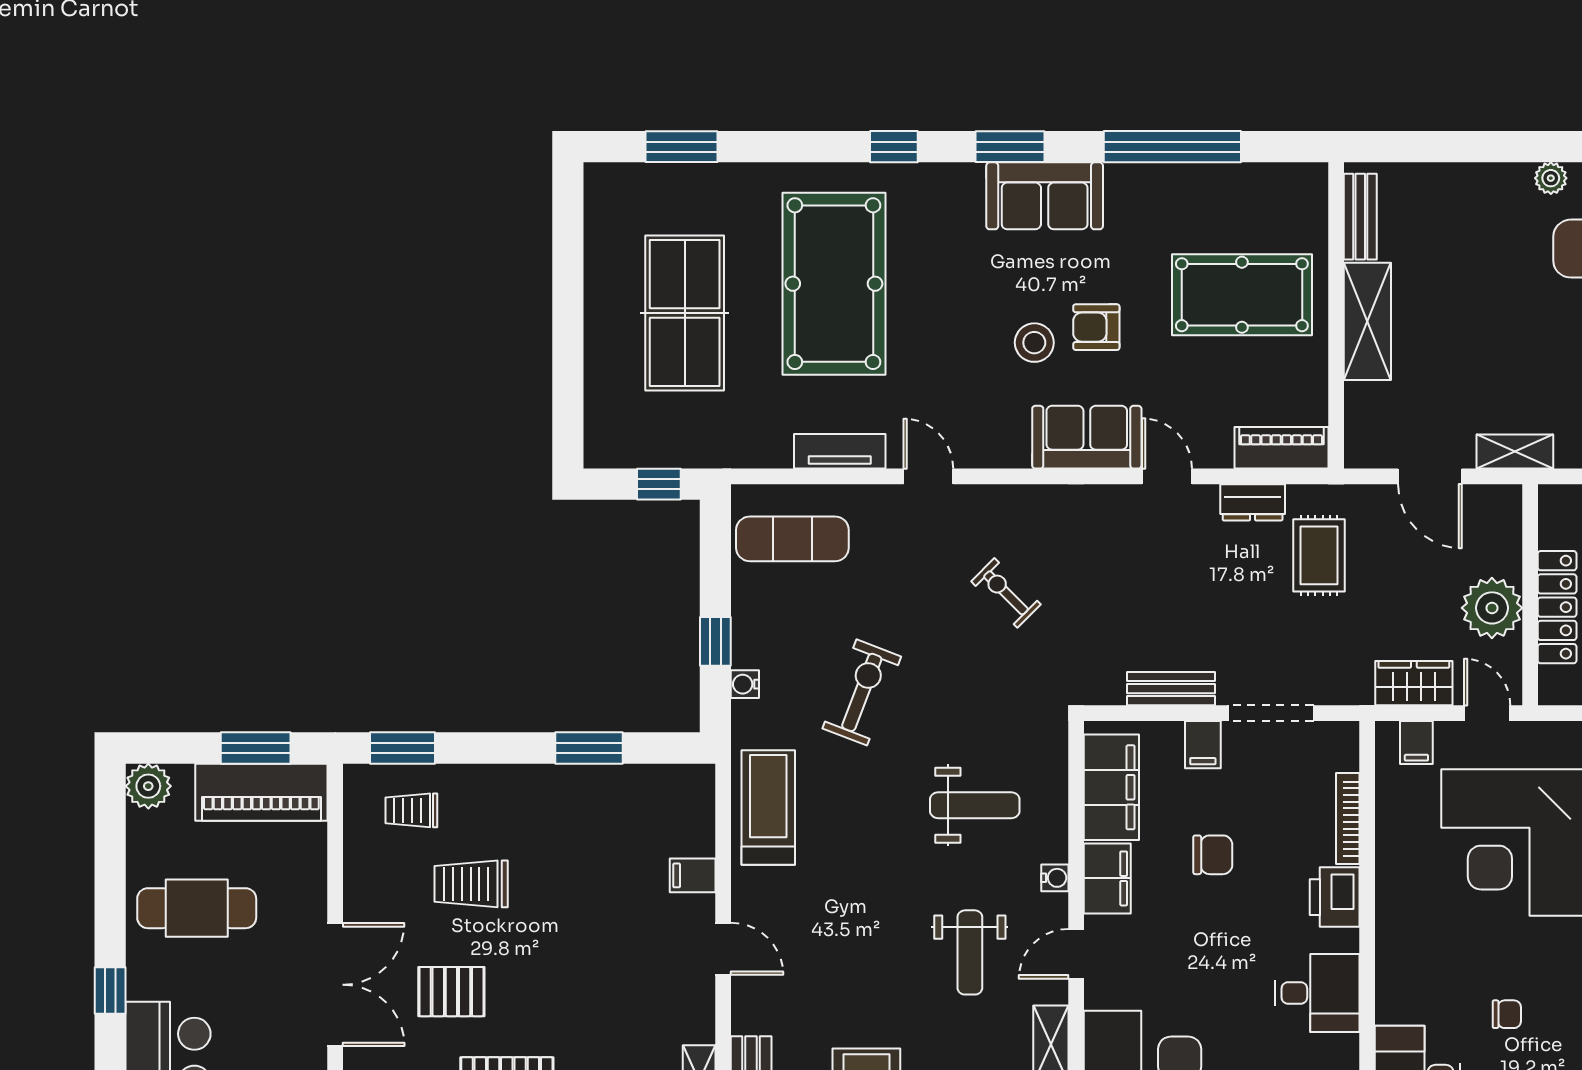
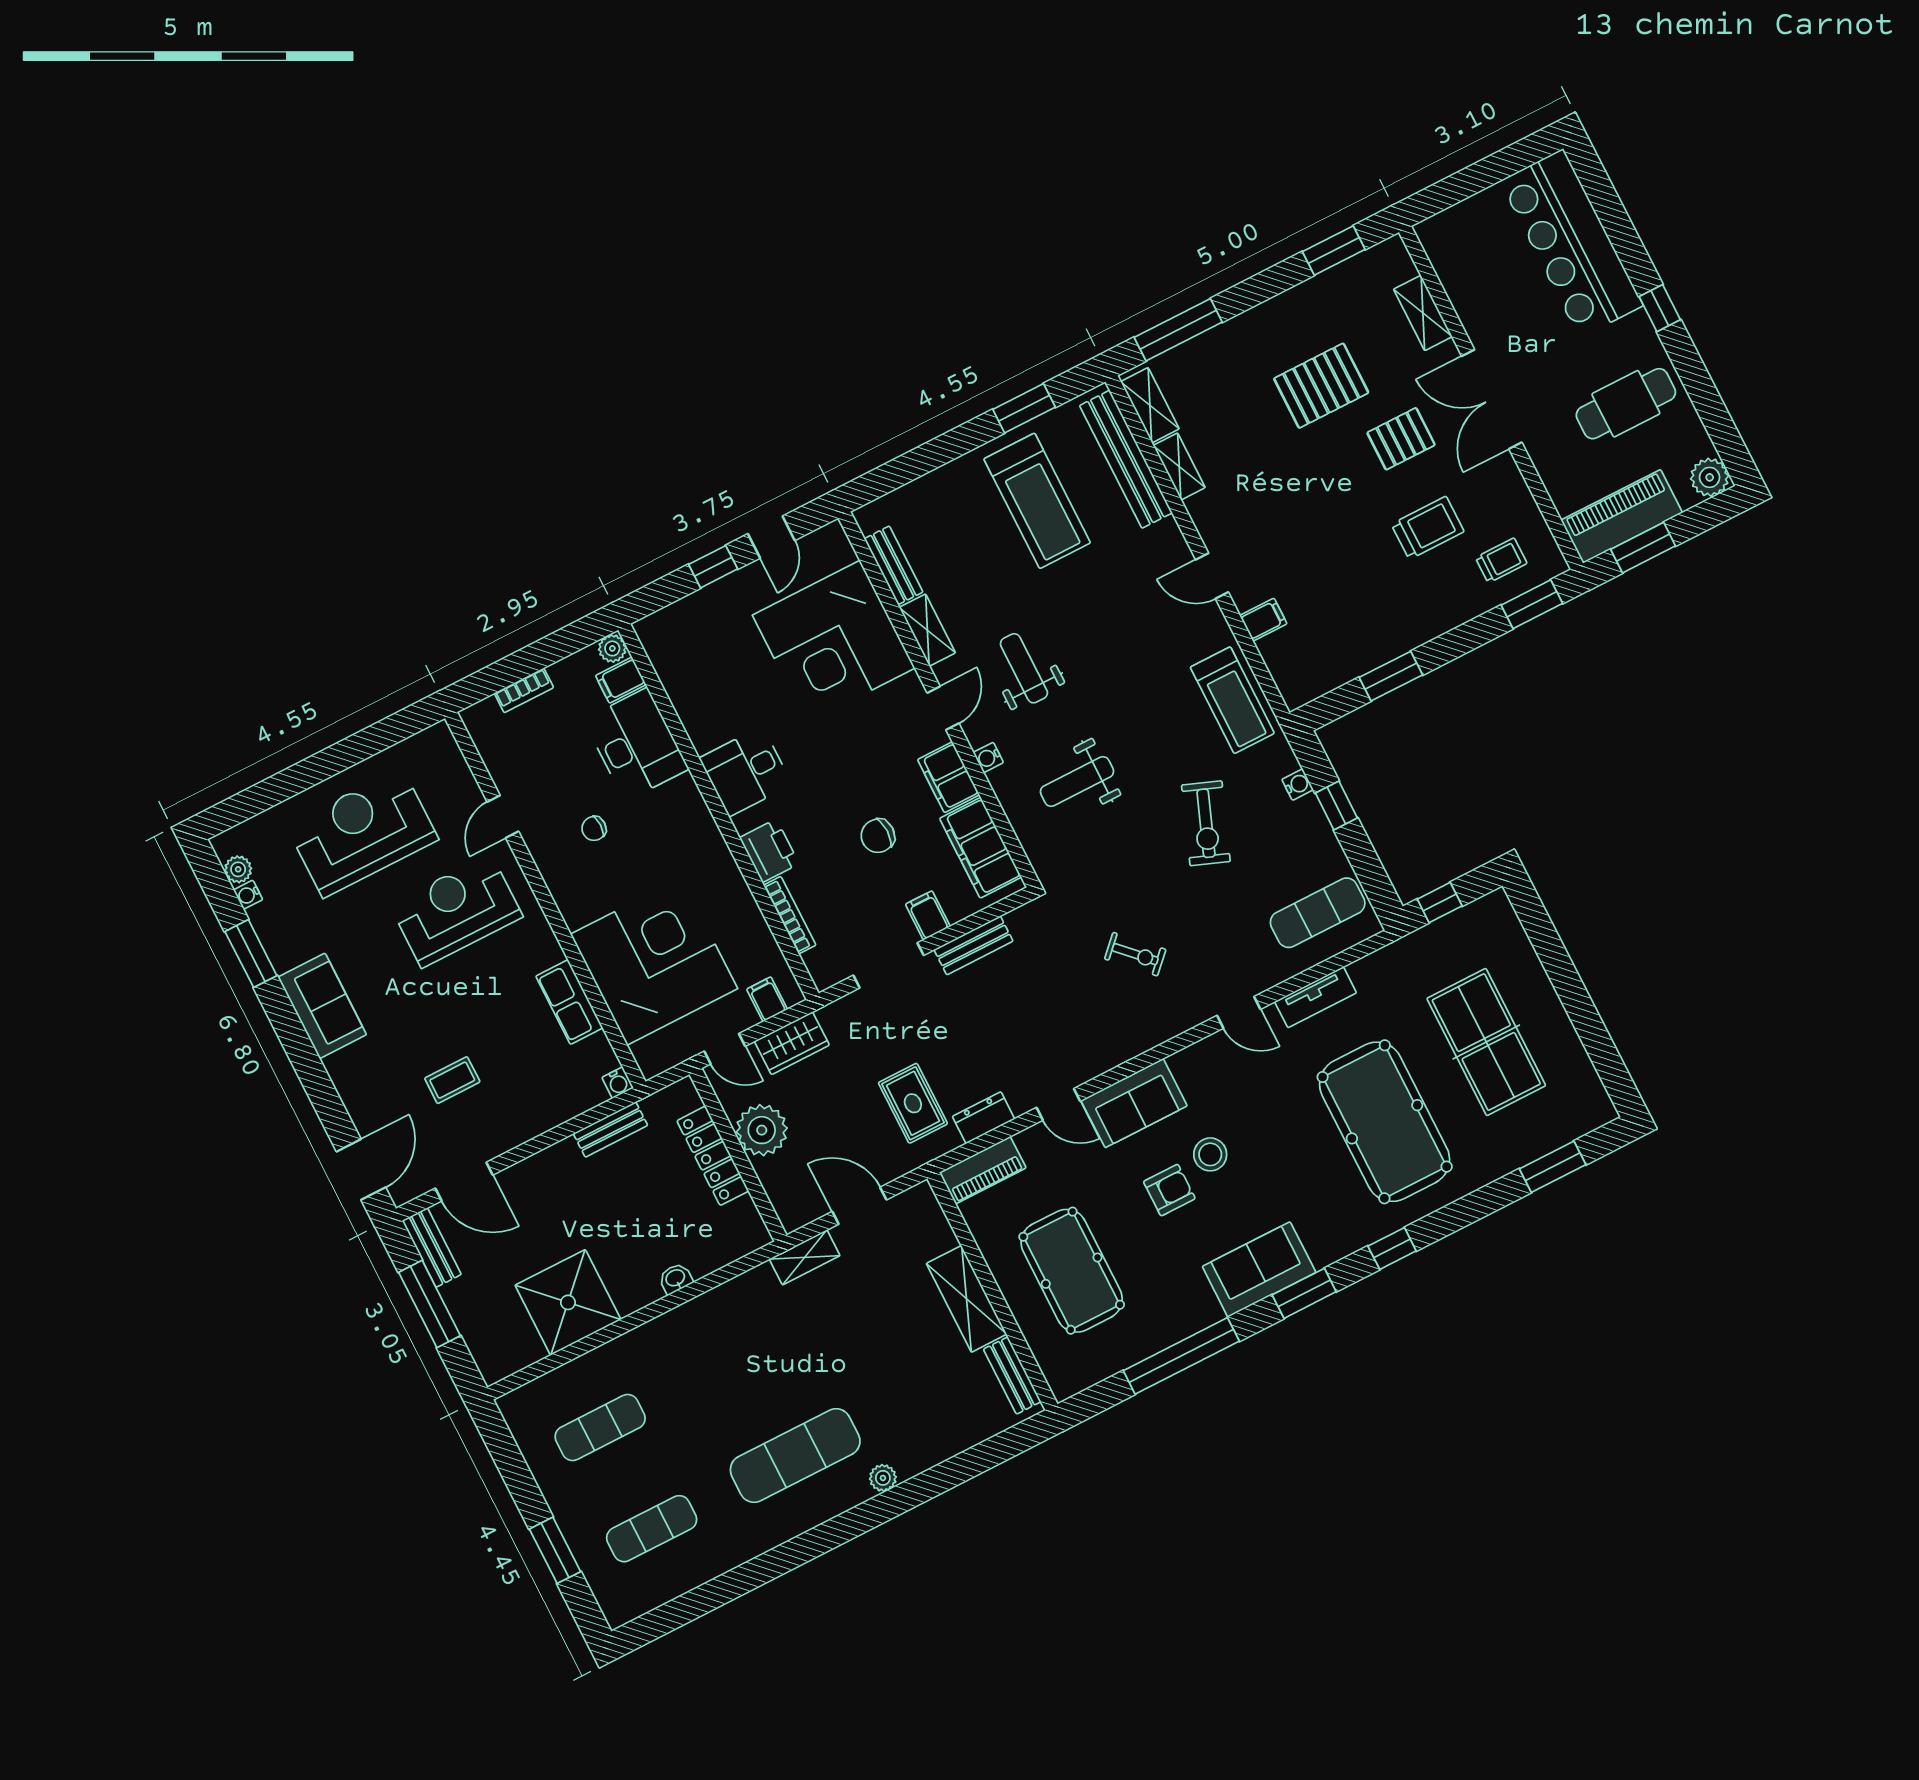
pool table: (1242, 295) -> (1072, 1271), turned 90

